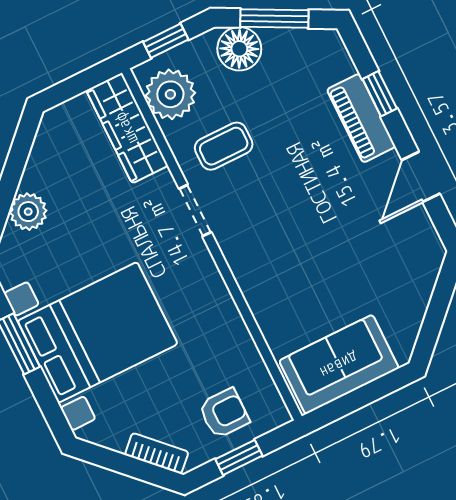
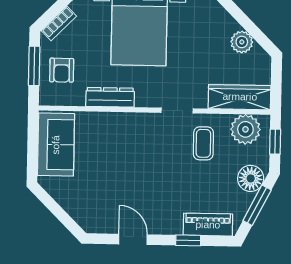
piano: (361, 118) -> (208, 225), moved
plant: (28, 212) -> (242, 42), moved
dresser: (227, 320) -> (110, 97), added
window: (239, 457) -> (34, 66), width x1.50

